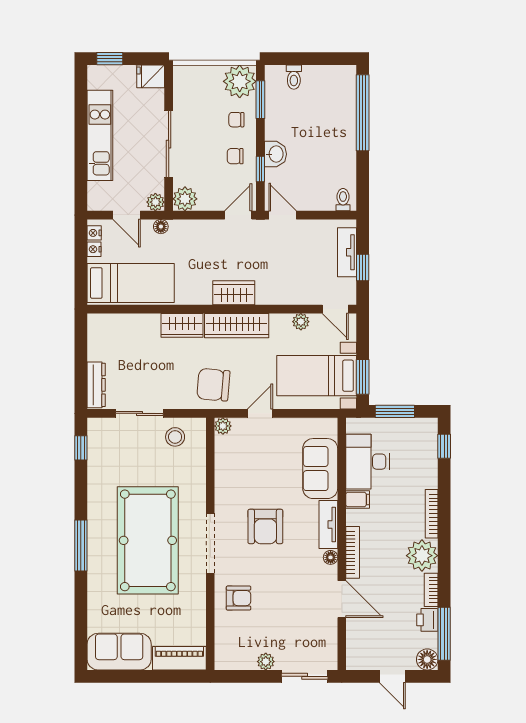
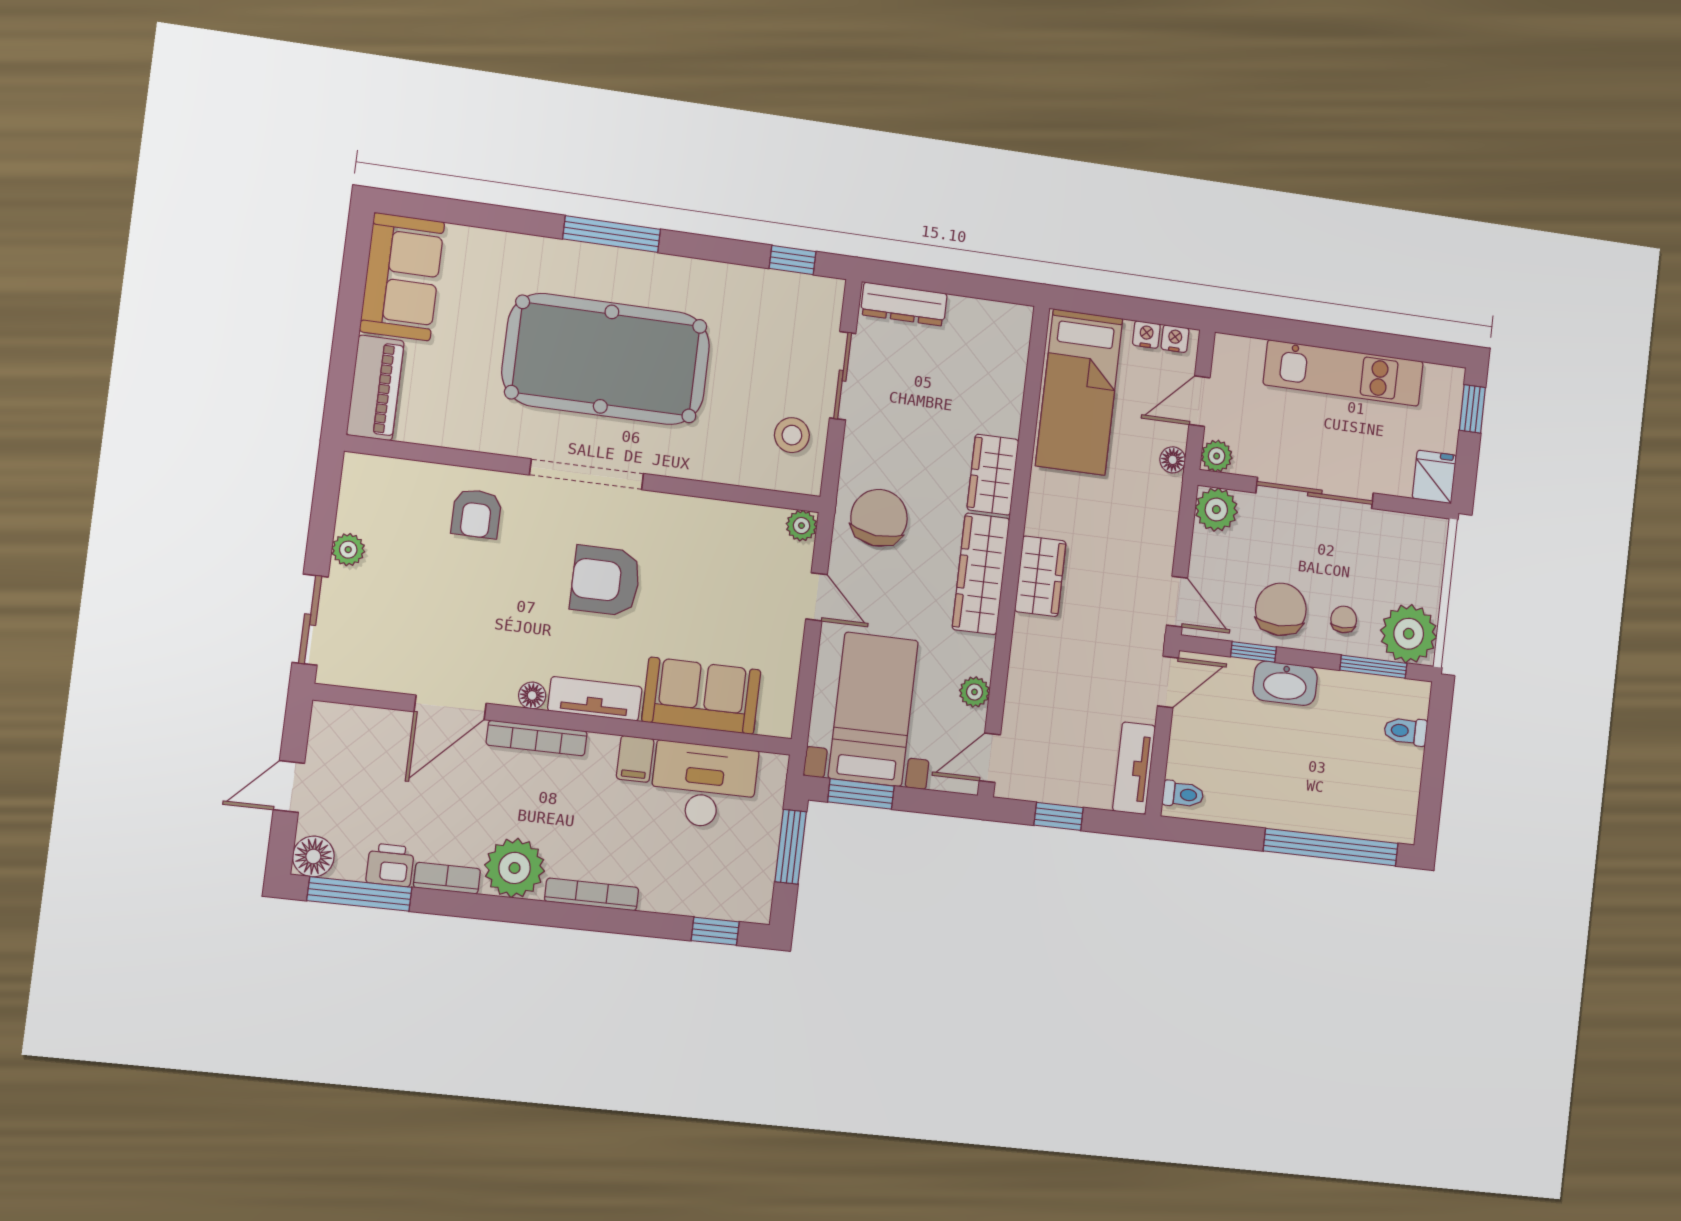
washbasin: (276, 154) -> (1285, 683), width x1.38
chair: (235, 156) -> (1281, 609), width x1.87, depth x1.87
tv unit: (347, 252) -> (1134, 768), moved, turned -90

